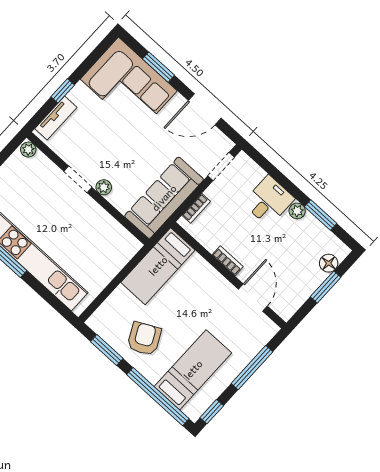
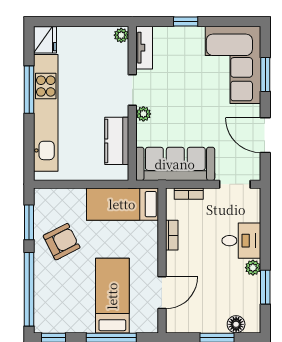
tv unit: (56, 118) -> (144, 48), moved, turned -90
kitchen counter: (106, 227) -> (117, 141), added
bookcase: (228, 261) -> (172, 235), moved
bed: (193, 370) -> (112, 296), moved, turned -90

